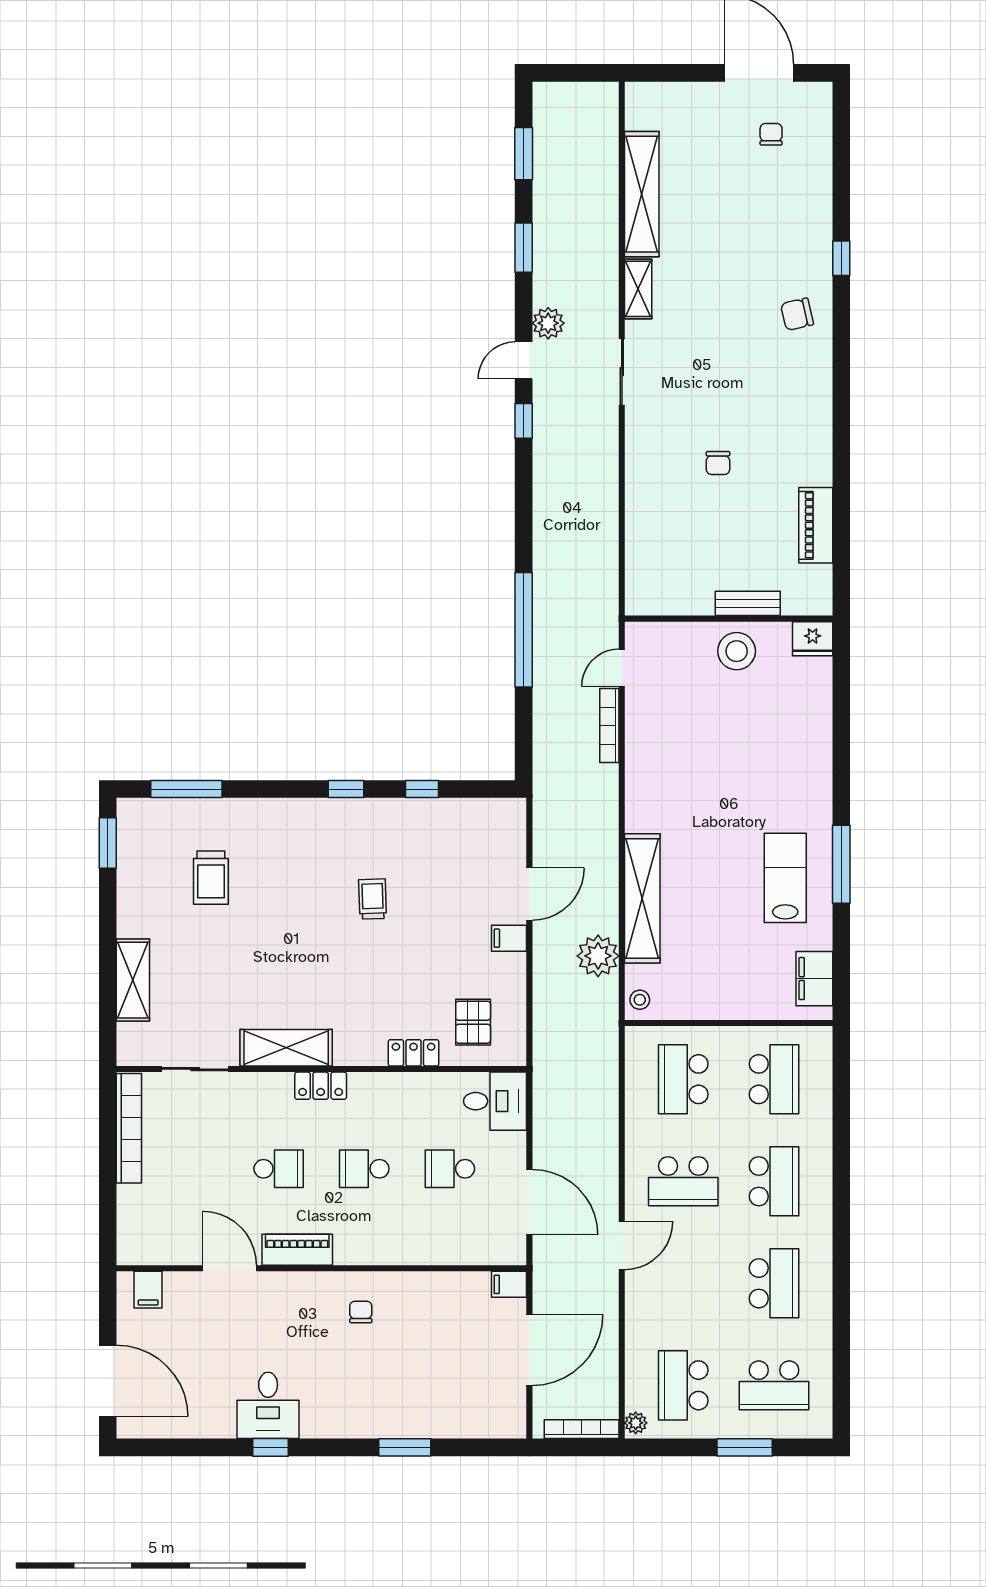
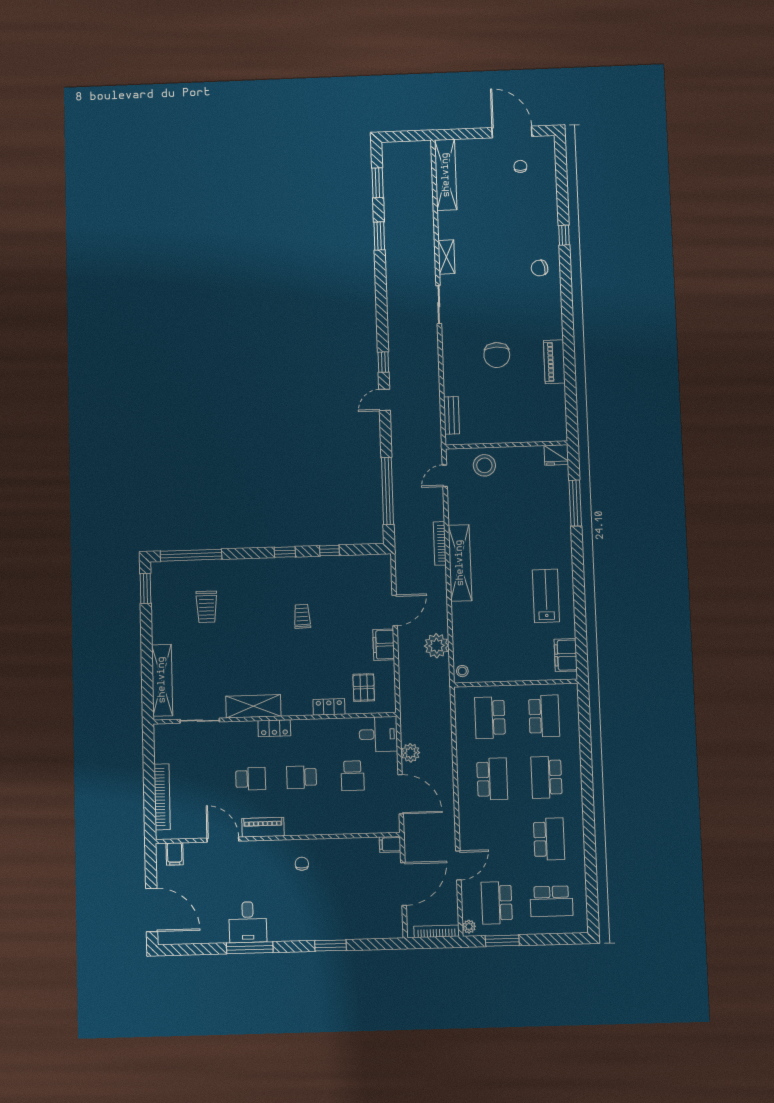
shelving: (642, 194) -> (446, 175), moved
plant: (548, 323) -> (410, 753), moved
door: (524, 360) -> (385, 400), moved
window: (524, 421) -> (383, 362), moved
chair: (718, 463) -> (497, 355), width x1.87, depth x1.87
piano: (816, 525) -> (554, 362), moved
bench: (748, 603) -> (452, 415), moved, turned 90
window: (524, 630) -> (387, 491), moved
stool: (737, 651) -> (484, 465), moved
bookcase: (609, 726) -> (440, 543), moved
window: (186, 789) -> (191, 555), width x1.46
window: (841, 864) -> (575, 503), moved
shelving: (642, 898) -> (460, 563), moved
filing cabinet: (509, 938) -> (384, 645), width x2.00
shelving: (133, 980) -> (162, 680), width x1.47
bookcase: (129, 1128) -> (162, 797), moved
school desk: (450, 1169) -> (353, 776), turned -90
school desk: (683, 1181) -> (492, 779), turned -90
school desk: (774, 1181) -> (546, 777), turned 180
door: (622, 1245) -> (458, 865), moved
window: (270, 1447) -> (250, 948), width x2.17
window: (745, 1447) -> (502, 941), moved

